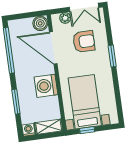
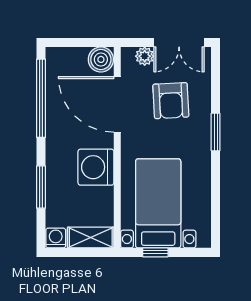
armchair: (84, 41) -> (171, 101), turned 87

